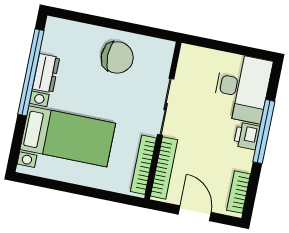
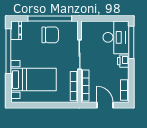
window: (123, 26) -> (50, 18), added
dresser: (46, 73) -> (16, 30), moved
window: (264, 132) -> (131, 42), moved

